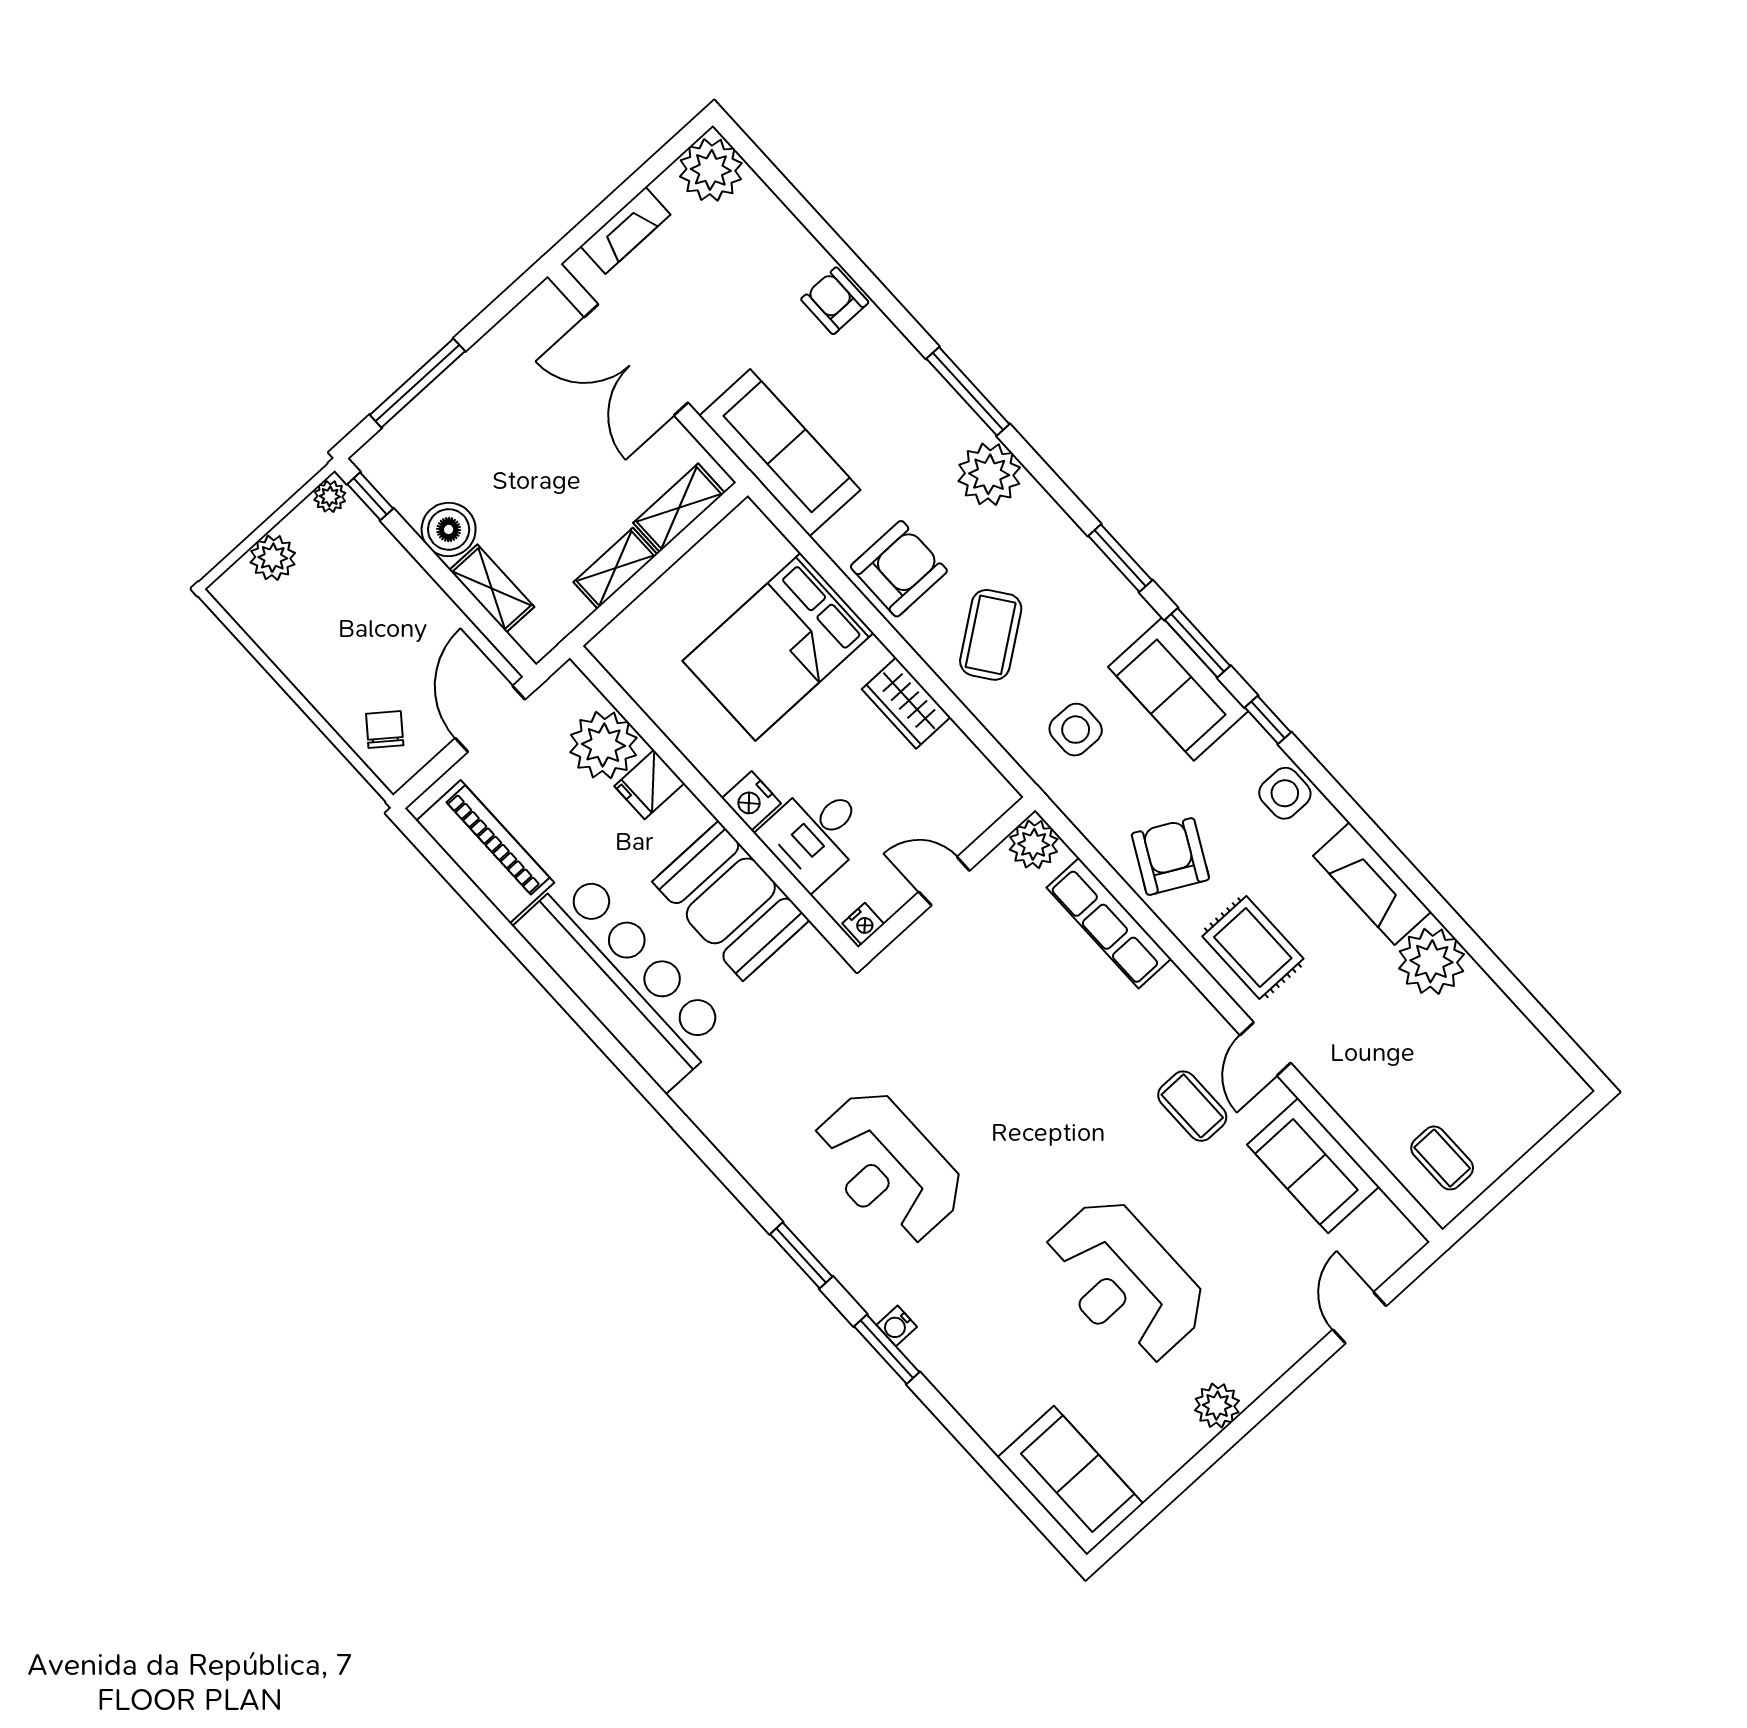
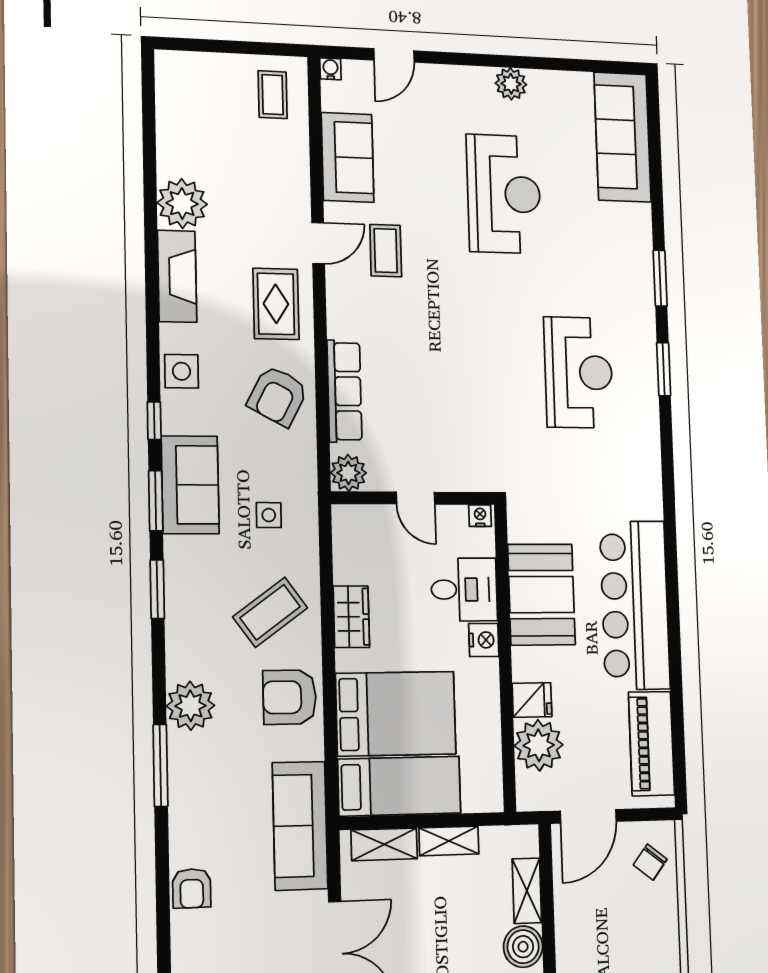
bed: (713, 578) -> (399, 786), added
side table: (1076, 730) -> (269, 515), width x0.73, depth x0.73
water cooler: (897, 1326) -> (330, 69), moved, turned -90
sofa: (1070, 1480) -> (623, 137), width x1.36

